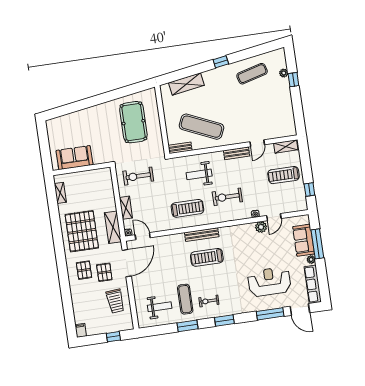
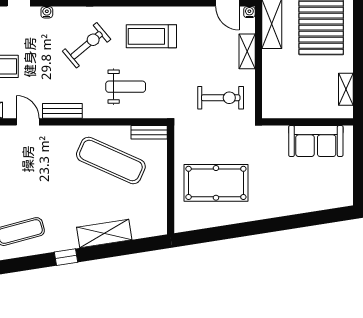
shelving: (186, 84) -> (104, 234), moved
pool table: (133, 122) -> (216, 183), turned 90
door: (257, 143) -> (28, 122), hinge flipped
exercise bike: (227, 197) -> (87, 45), turned -40

